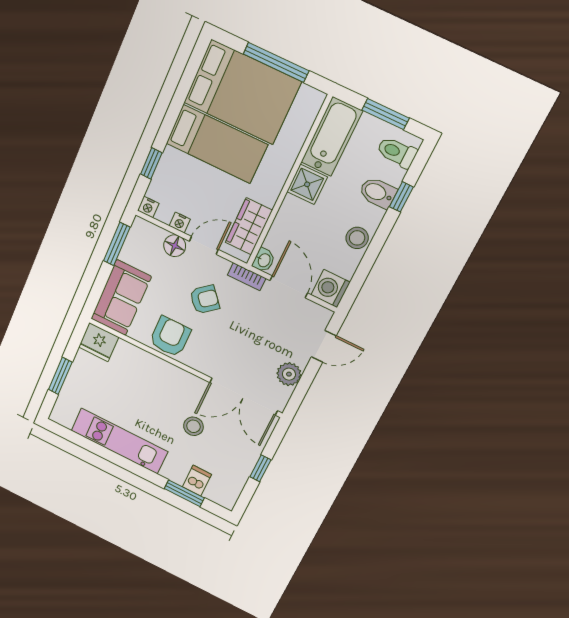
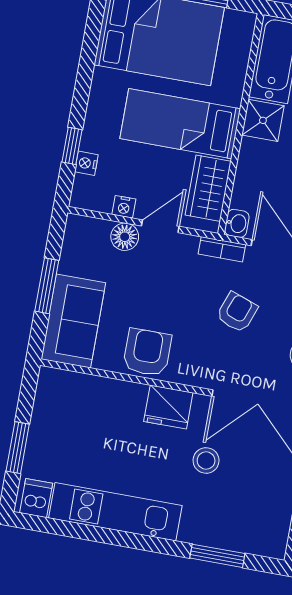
bed: (217, 144) -> (180, 124), moved, turned 180
nightstand: (148, 207) -> (86, 163), moved, turned 90
window: (117, 244) -> (47, 286), moved
armchair: (205, 299) -> (237, 312), moved, turned -30
fridge: (99, 342) -> (168, 407), moved
dishwasher: (197, 481) -> (36, 498), moved

